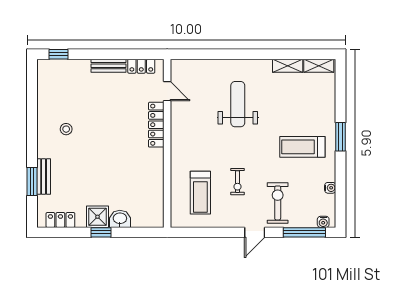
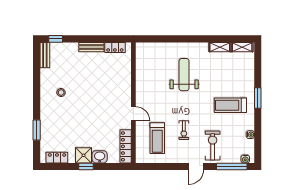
door: (167, 91) -> (133, 114), moved
locker: (156, 125) -> (126, 146), moved
bench: (44, 176) -> (45, 55), moved

